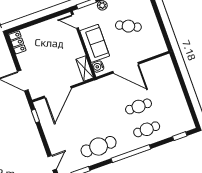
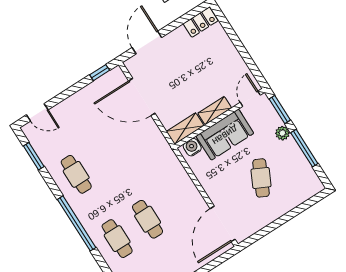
shelving: (77, 46) -> (215, 111), added
door: (126, 68) -> (223, 224), moved
cafe table: (99, 147) -> (76, 174), width x0.73, depth x0.74

